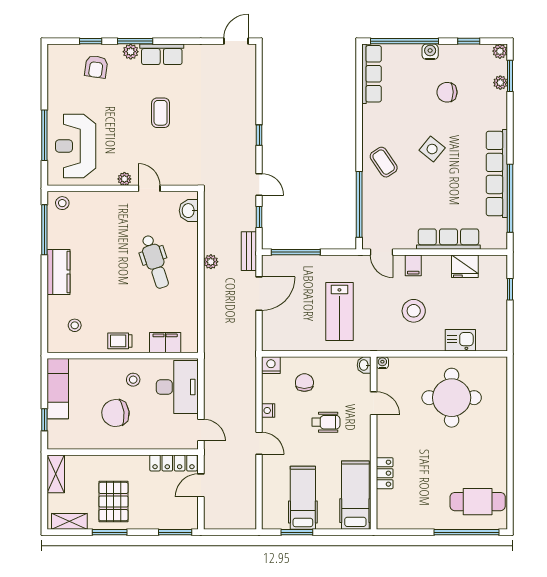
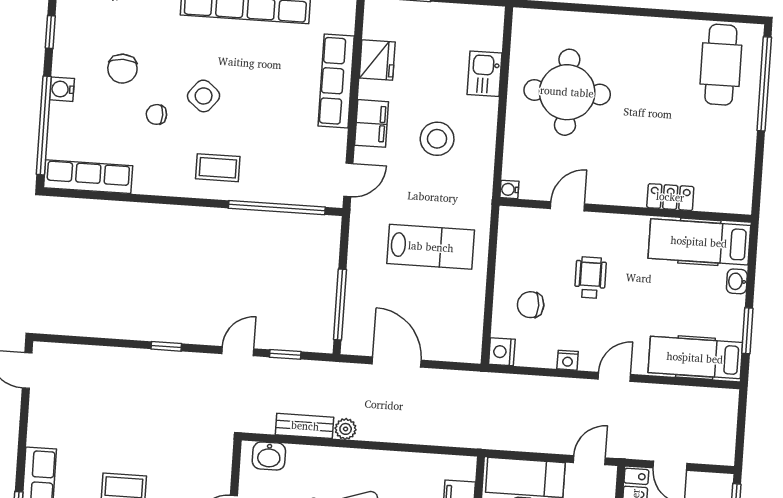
chair: (417, 118) -> (156, 114), added
coffee table: (384, 162) -> (218, 168), turned 34
bench: (249, 251) -> (305, 426), moved
filing cabinet: (413, 265) -> (372, 123), width x2.00
washbasin: (364, 365) -> (737, 281), moved, turned 90
hospital bed: (303, 498) -> (695, 358), moved

